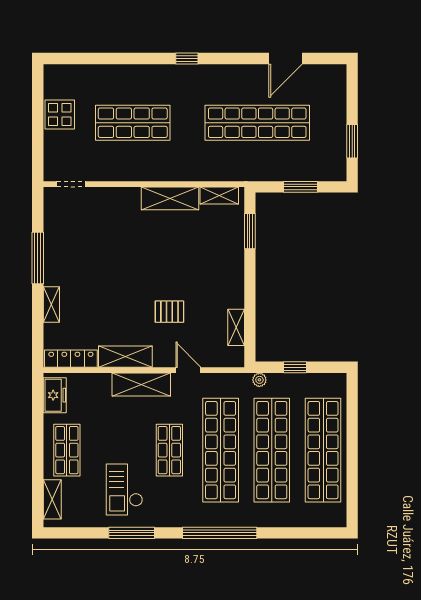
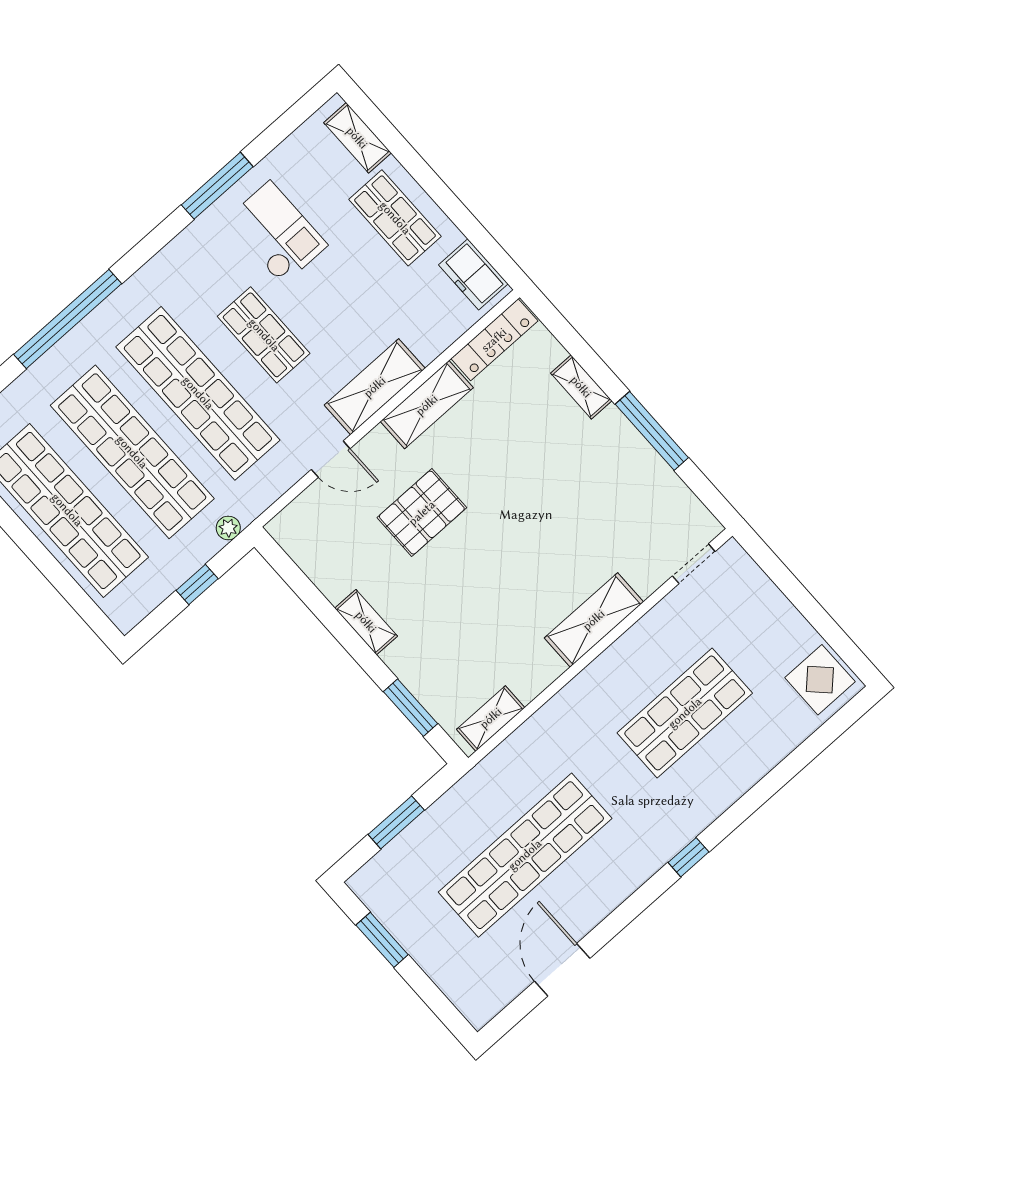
display table: (60, 115) -> (820, 680), moved
shelving: (170, 198) -> (594, 620), moved
pallet: (169, 312) -> (422, 513), width x1.50, depth x1.42
shelving: (236, 327) -> (366, 622), moved
window: (220, 533) -> (68, 319), moved

